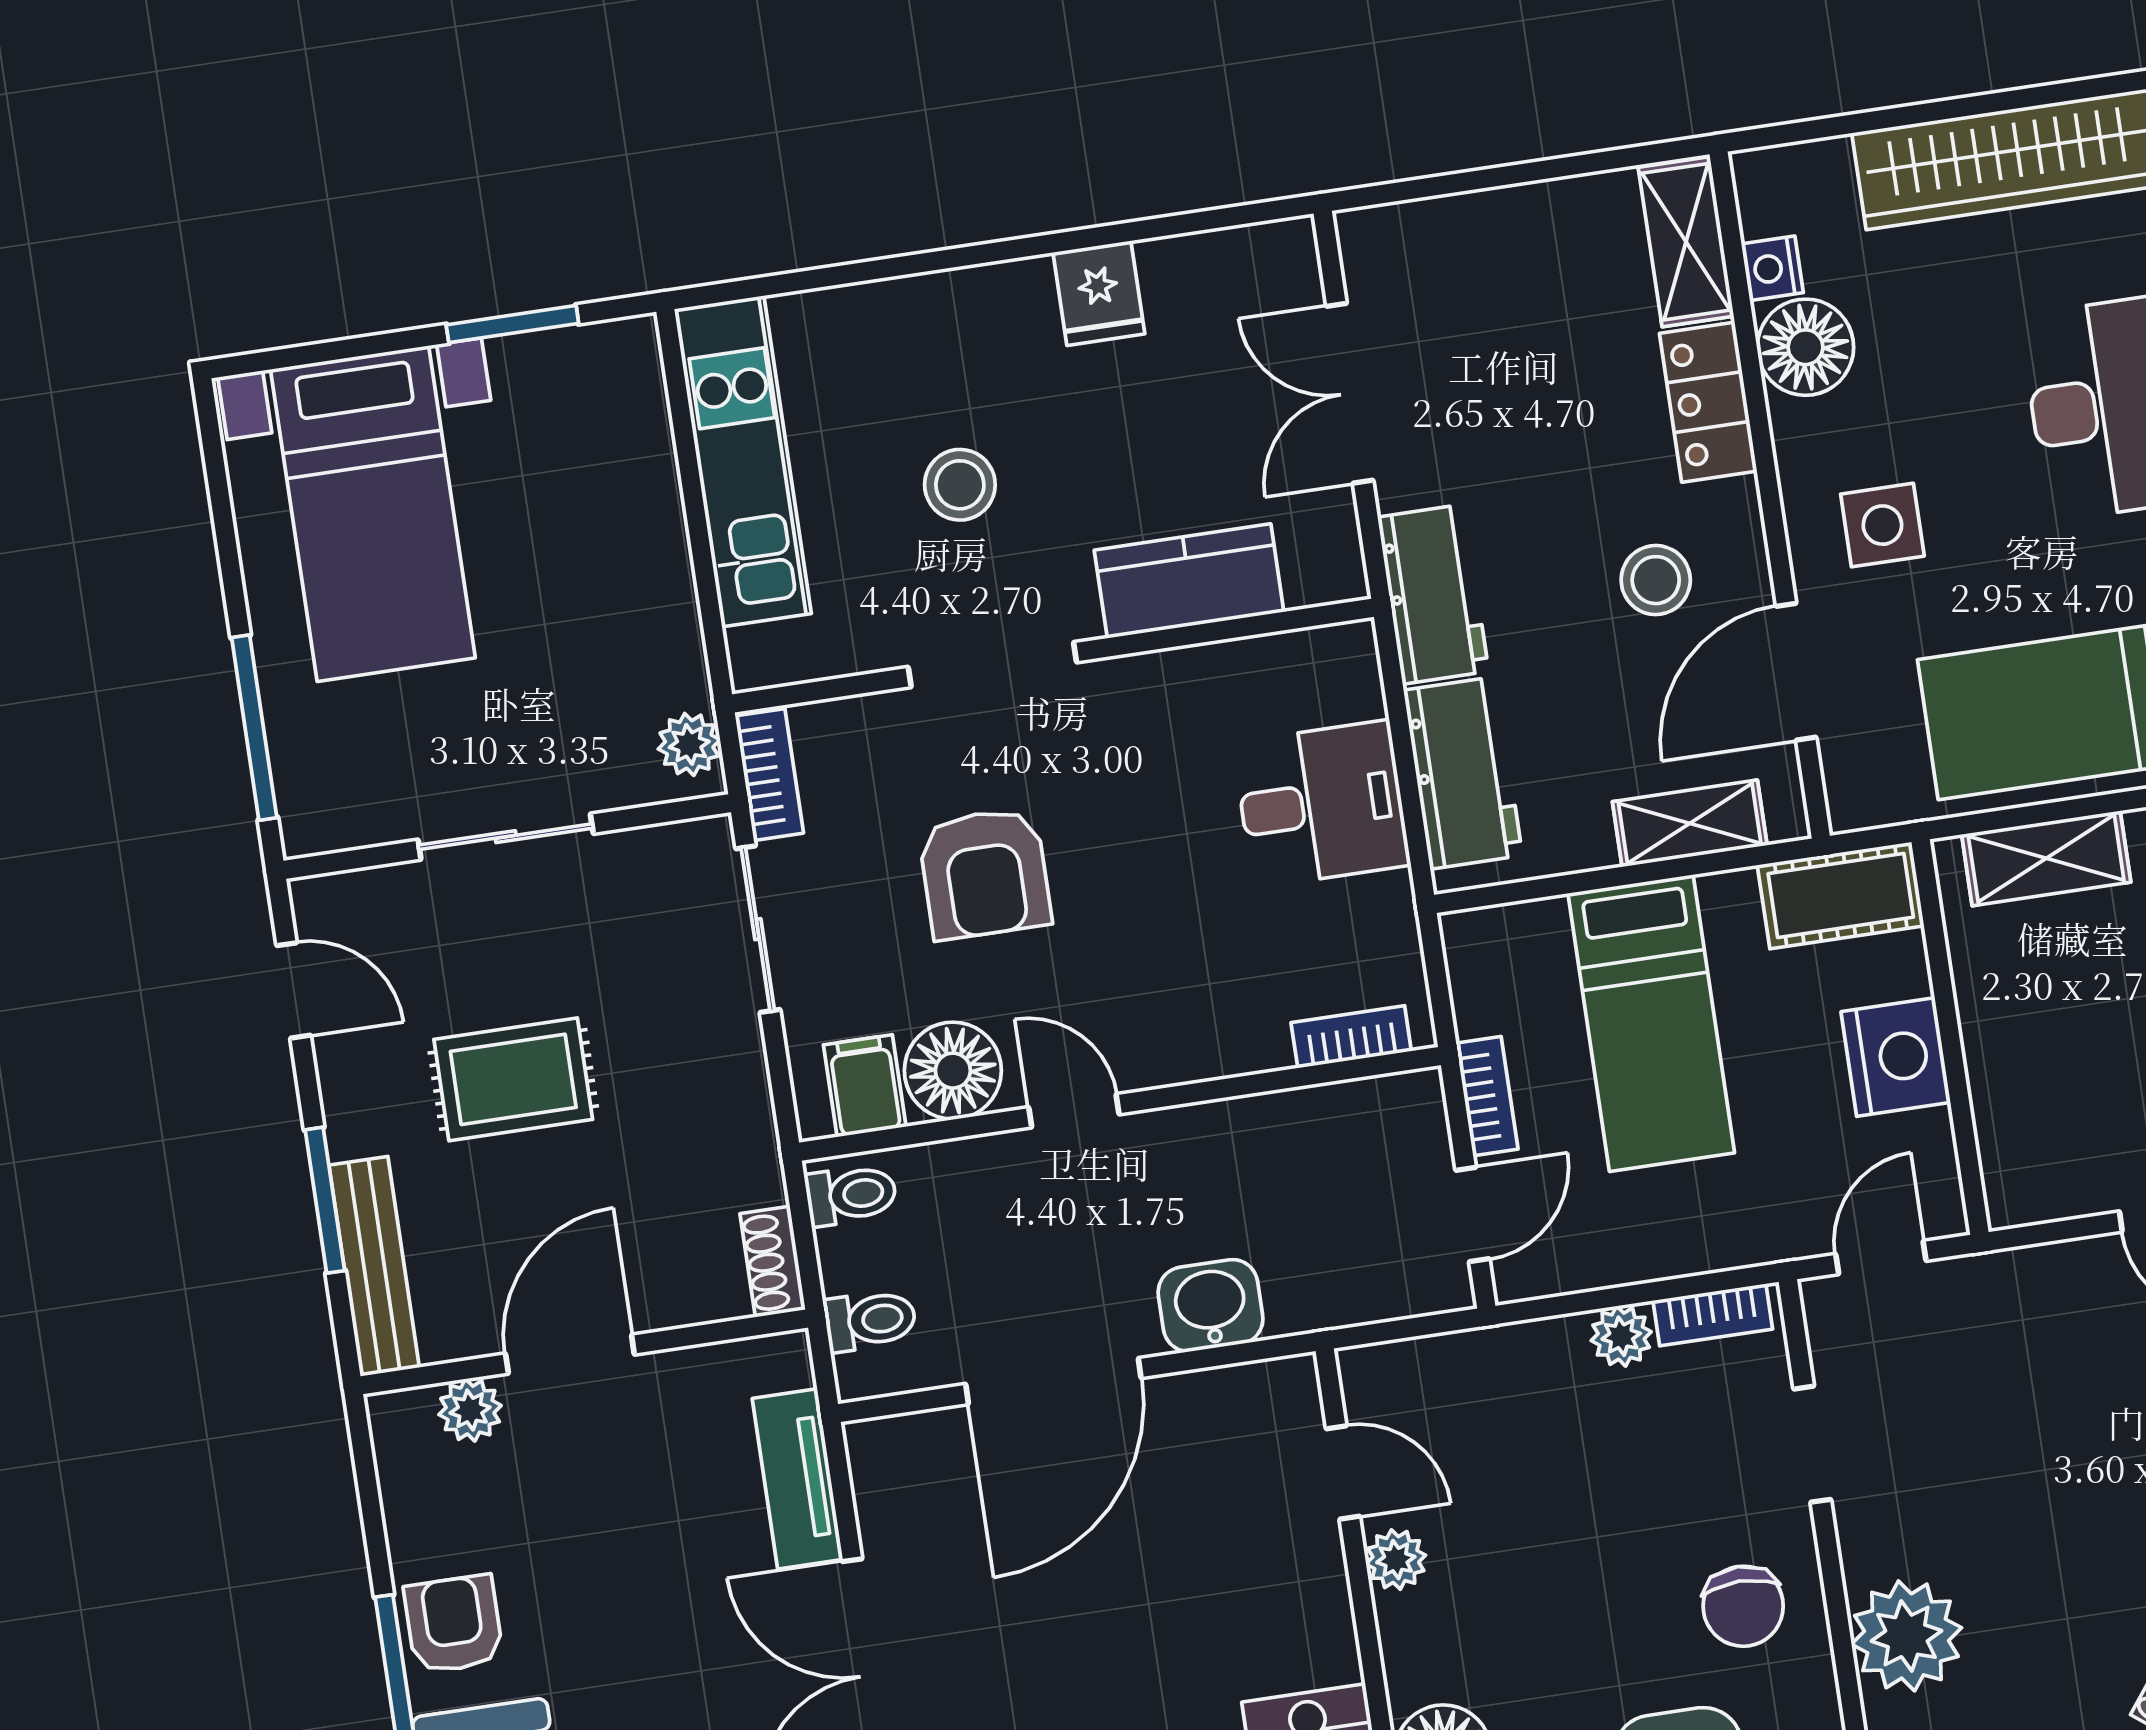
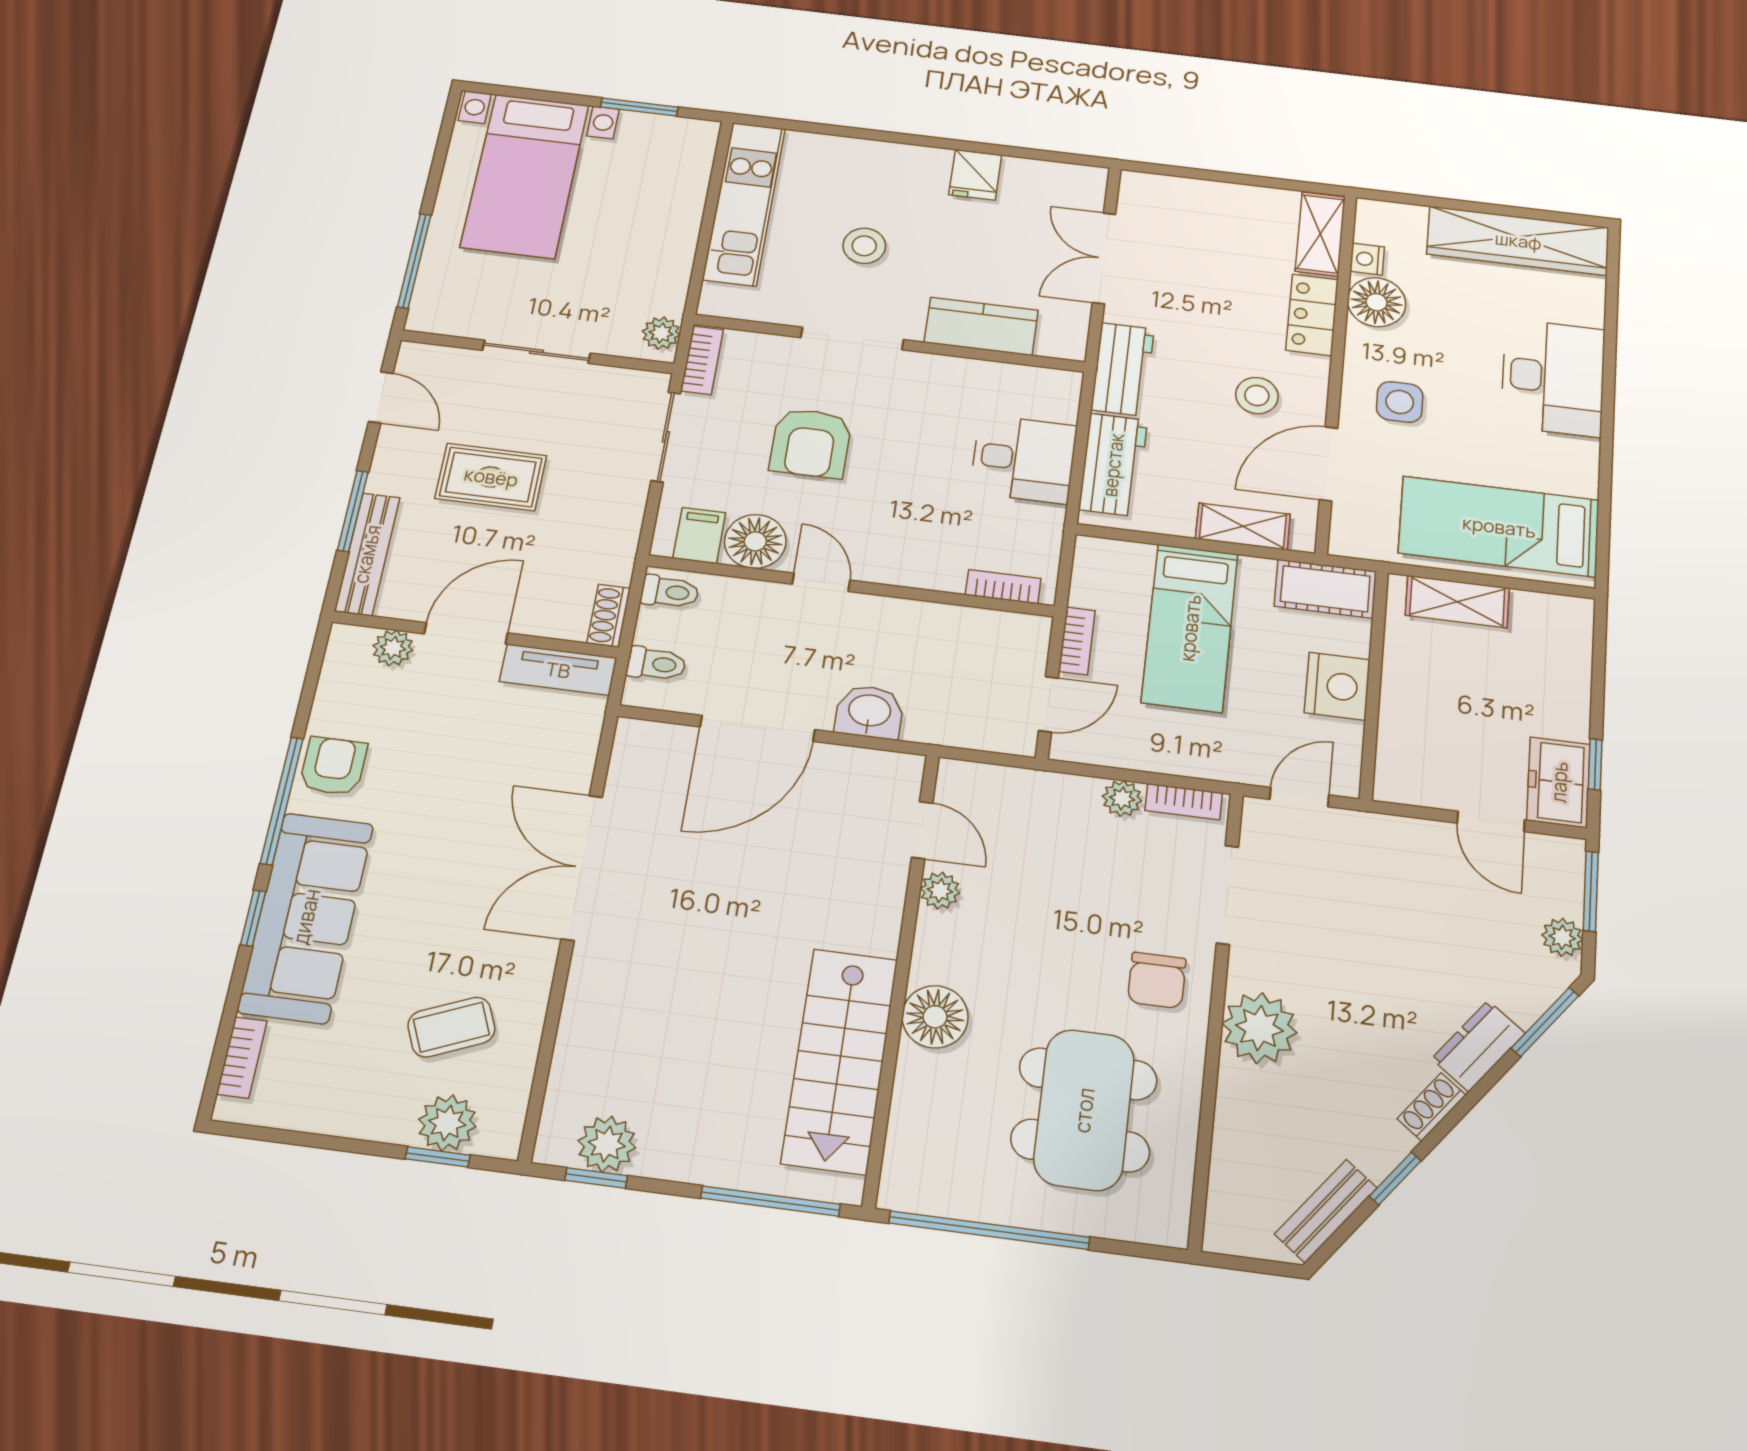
doorway: (1812, 1444) -> (1227, 895), width x1.38
tv unit: (798, 1479) -> (558, 670), moved, turned -90

